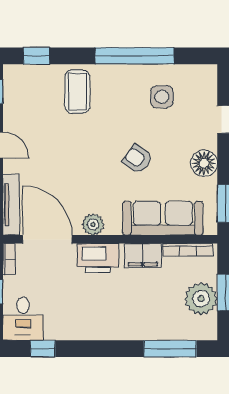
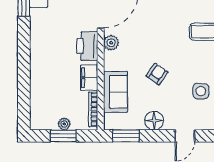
sofa: (163, 218) -> (115, 92), width x0.73
plant: (201, 299) -> (64, 124), width x0.53, depth x0.53
window: (170, 349) -> (24, 97), removed

